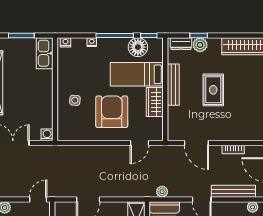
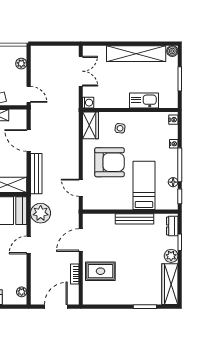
plant: (200, 45) -> (171, 256), moved
floor lamp: (138, 47) -> (173, 182), width x0.53, depth x0.53
kitchen sink: (45, 53) -> (144, 100), moved
rug: (213, 90) -> (100, 271), moved
wardrobe: (155, 102) -> (91, 125), moved, turned 90
bench: (233, 191) -> (36, 174), moved
plant: (162, 192) -> (41, 213), width x1.88, depth x1.88

